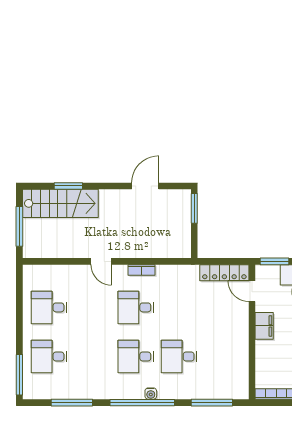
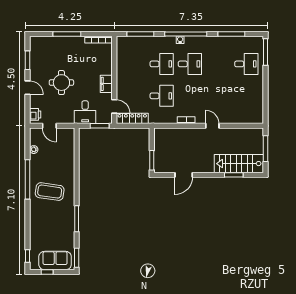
desk: (49, 307) -> (246, 96), removed
desk: (136, 307) -> (162, 96), moved

